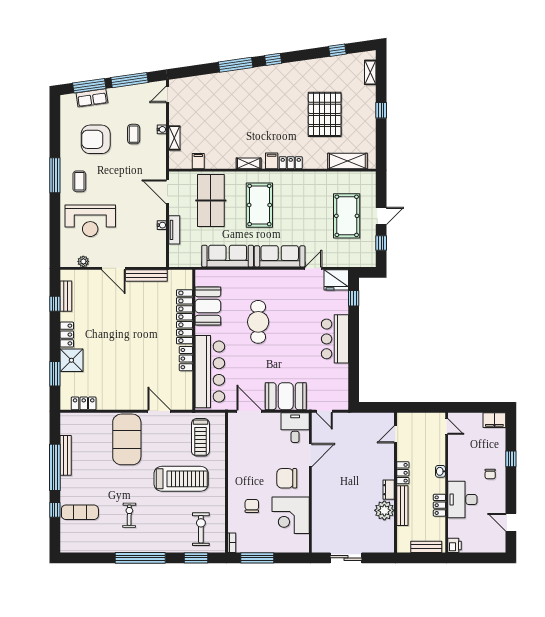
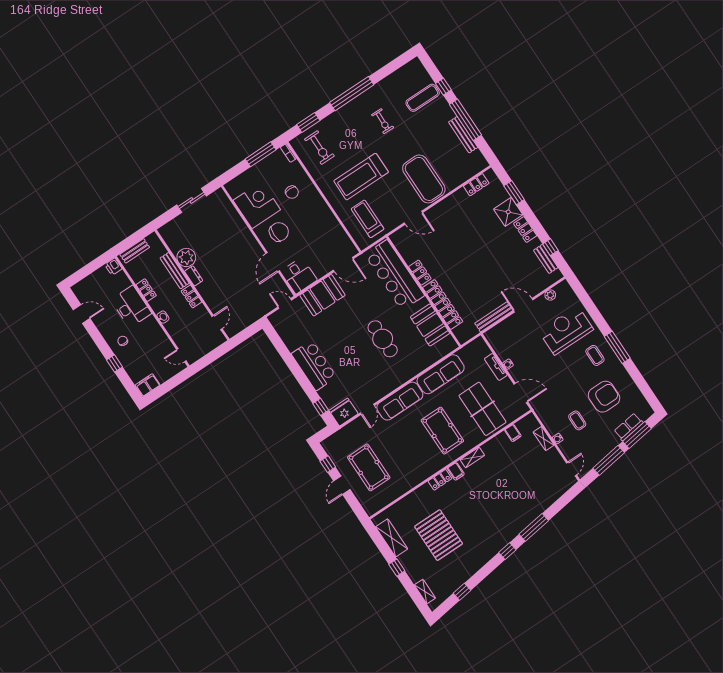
shelving: (347, 161) -> (392, 538), moved, turned 90

